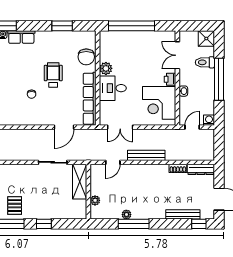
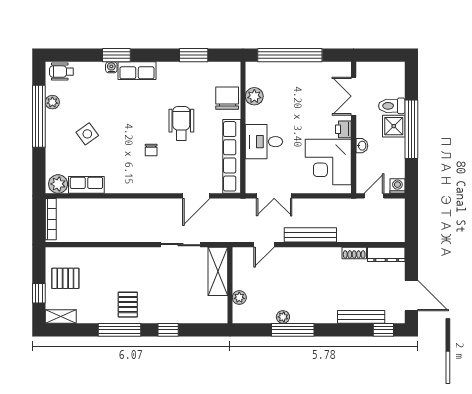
shower: (206, 38) -> (394, 126), moved
chair: (86, 57) -> (227, 98), turned 180
plant: (106, 68) -> (254, 96), moved

